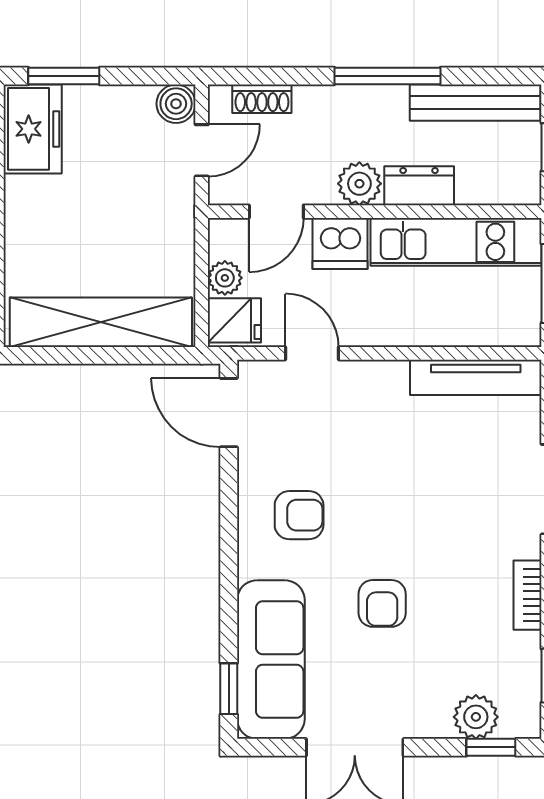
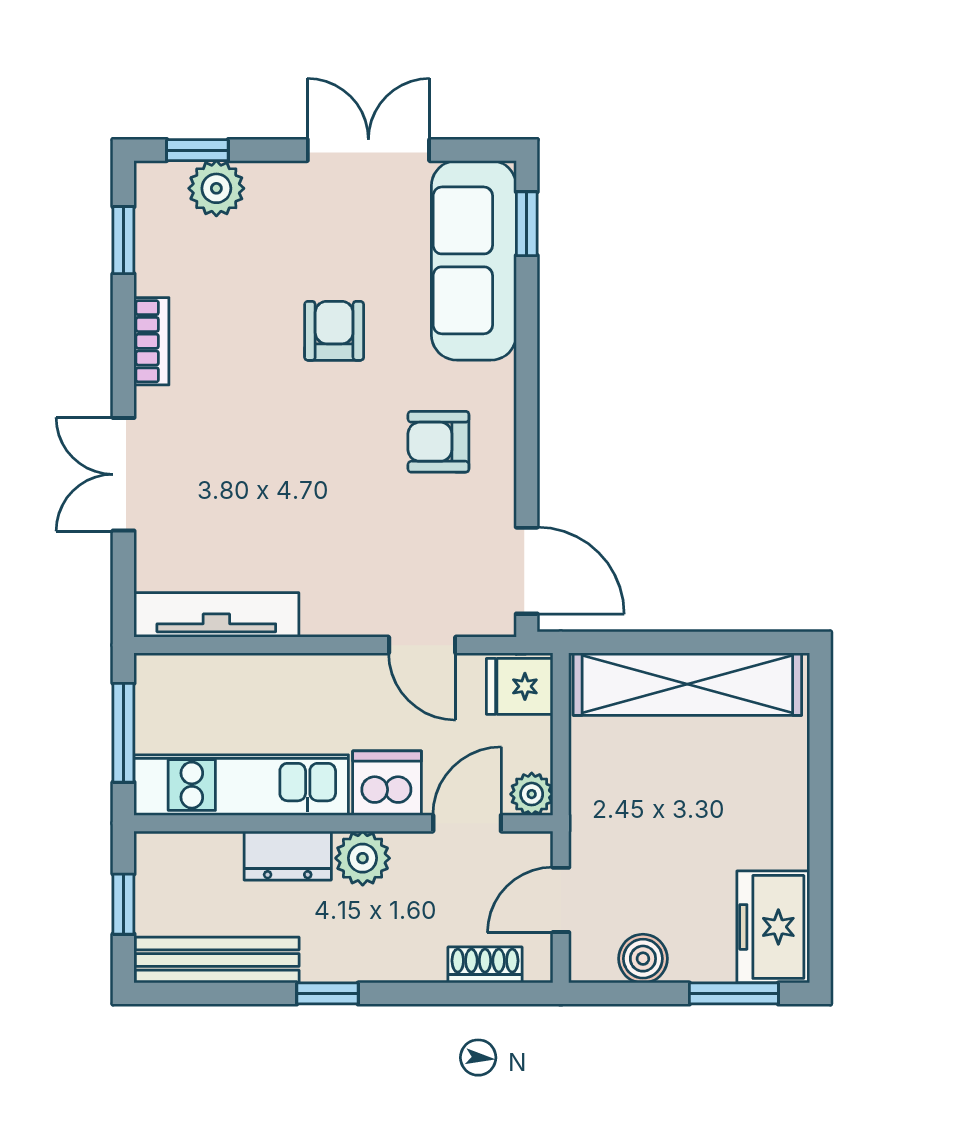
window: (387, 76) -> (327, 993), width x0.46
boiler: (176, 104) -> (643, 959), moved
plant: (225, 278) -> (532, 794), moved

